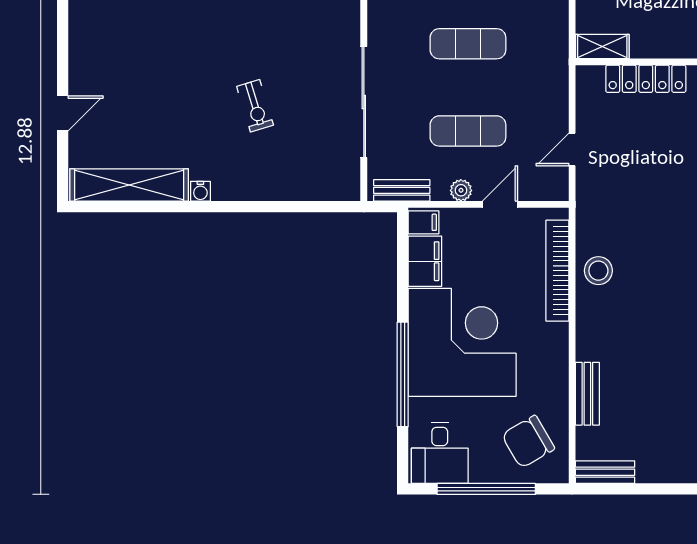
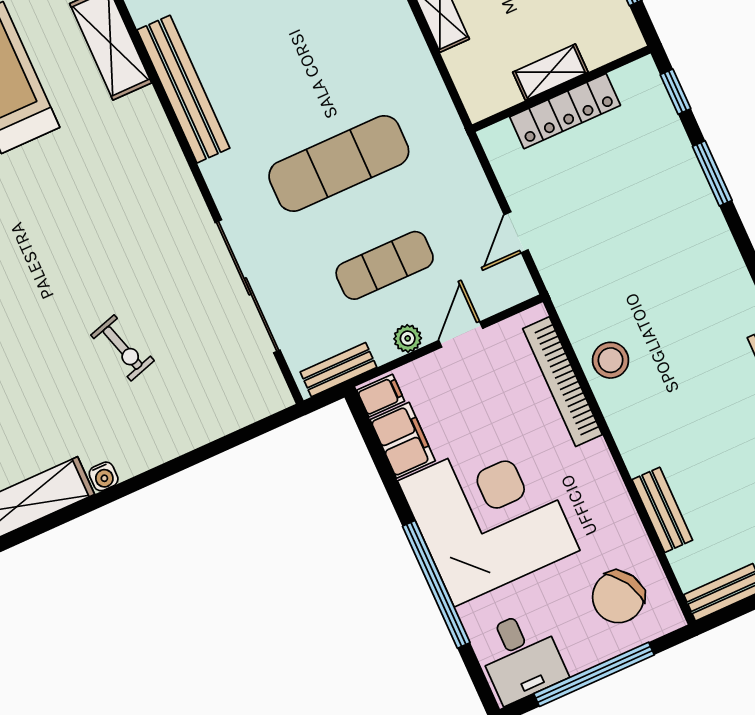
exercise mat: (468, 44) -> (339, 163), width x1.36, depth x1.45
shelving: (602, 46) -> (550, 72), moved

